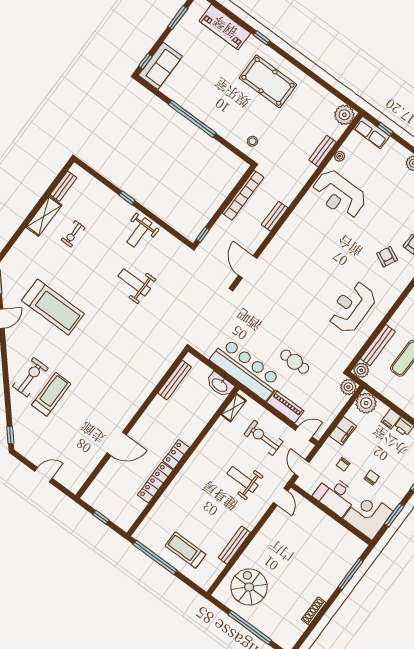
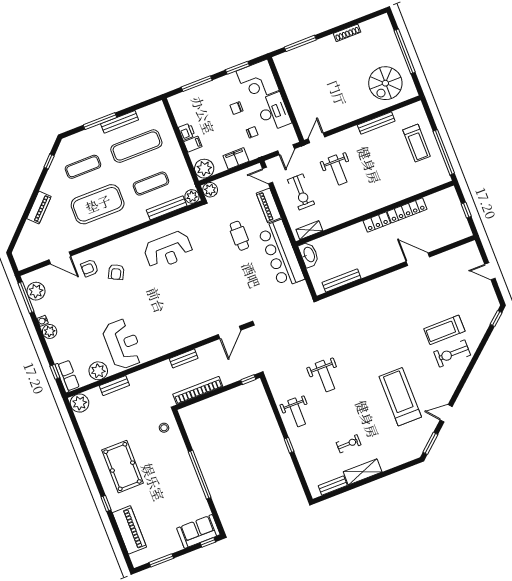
plant: (340, 156) -> (98, 371), width x1.87, depth x1.87
weight bench: (139, 232) -> (297, 412), turned 90

